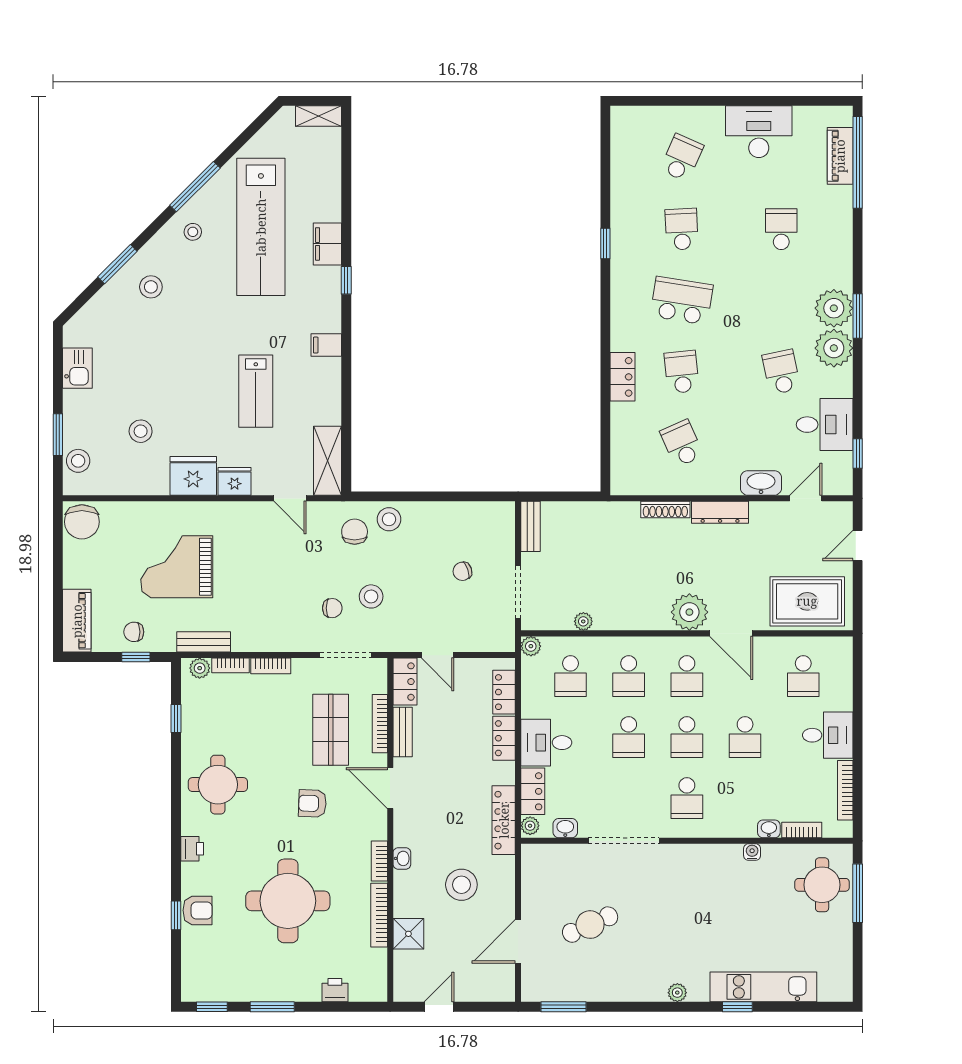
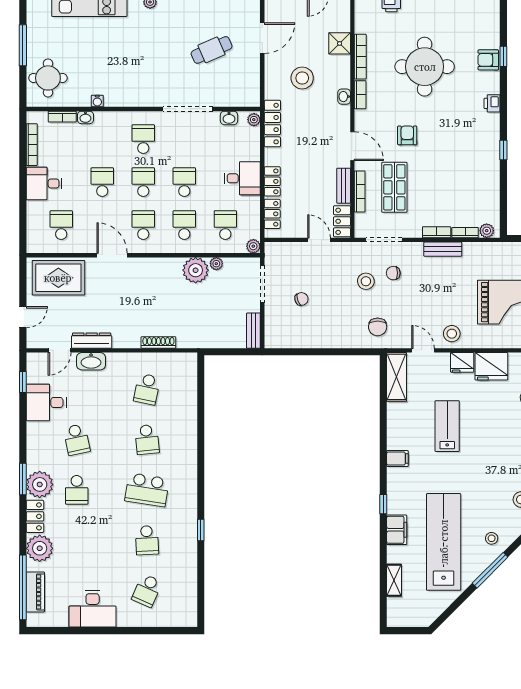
shelving: (319, 116) -> (394, 580), moved, turned 90
school desk: (781, 229) -> (77, 490), moved
plant: (834, 348) -> (40, 548), moved
locker: (622, 377) -> (35, 516), moved, turned 180
school desk: (682, 443) -> (147, 389), turned 36
dresser: (720, 512) -> (92, 341), moved
stool: (389, 519) -> (452, 334), moved
plant: (689, 612) -> (196, 270), moved
bench: (204, 642) -> (443, 249), moved
window: (176, 719) -> (503, 150), moved
round table: (218, 785) -> (474, 149), removed
locker: (533, 791) -> (252, 144), removed
armchair: (312, 803) -> (407, 135), turned -92
window: (858, 893) -> (23, 45), moved

